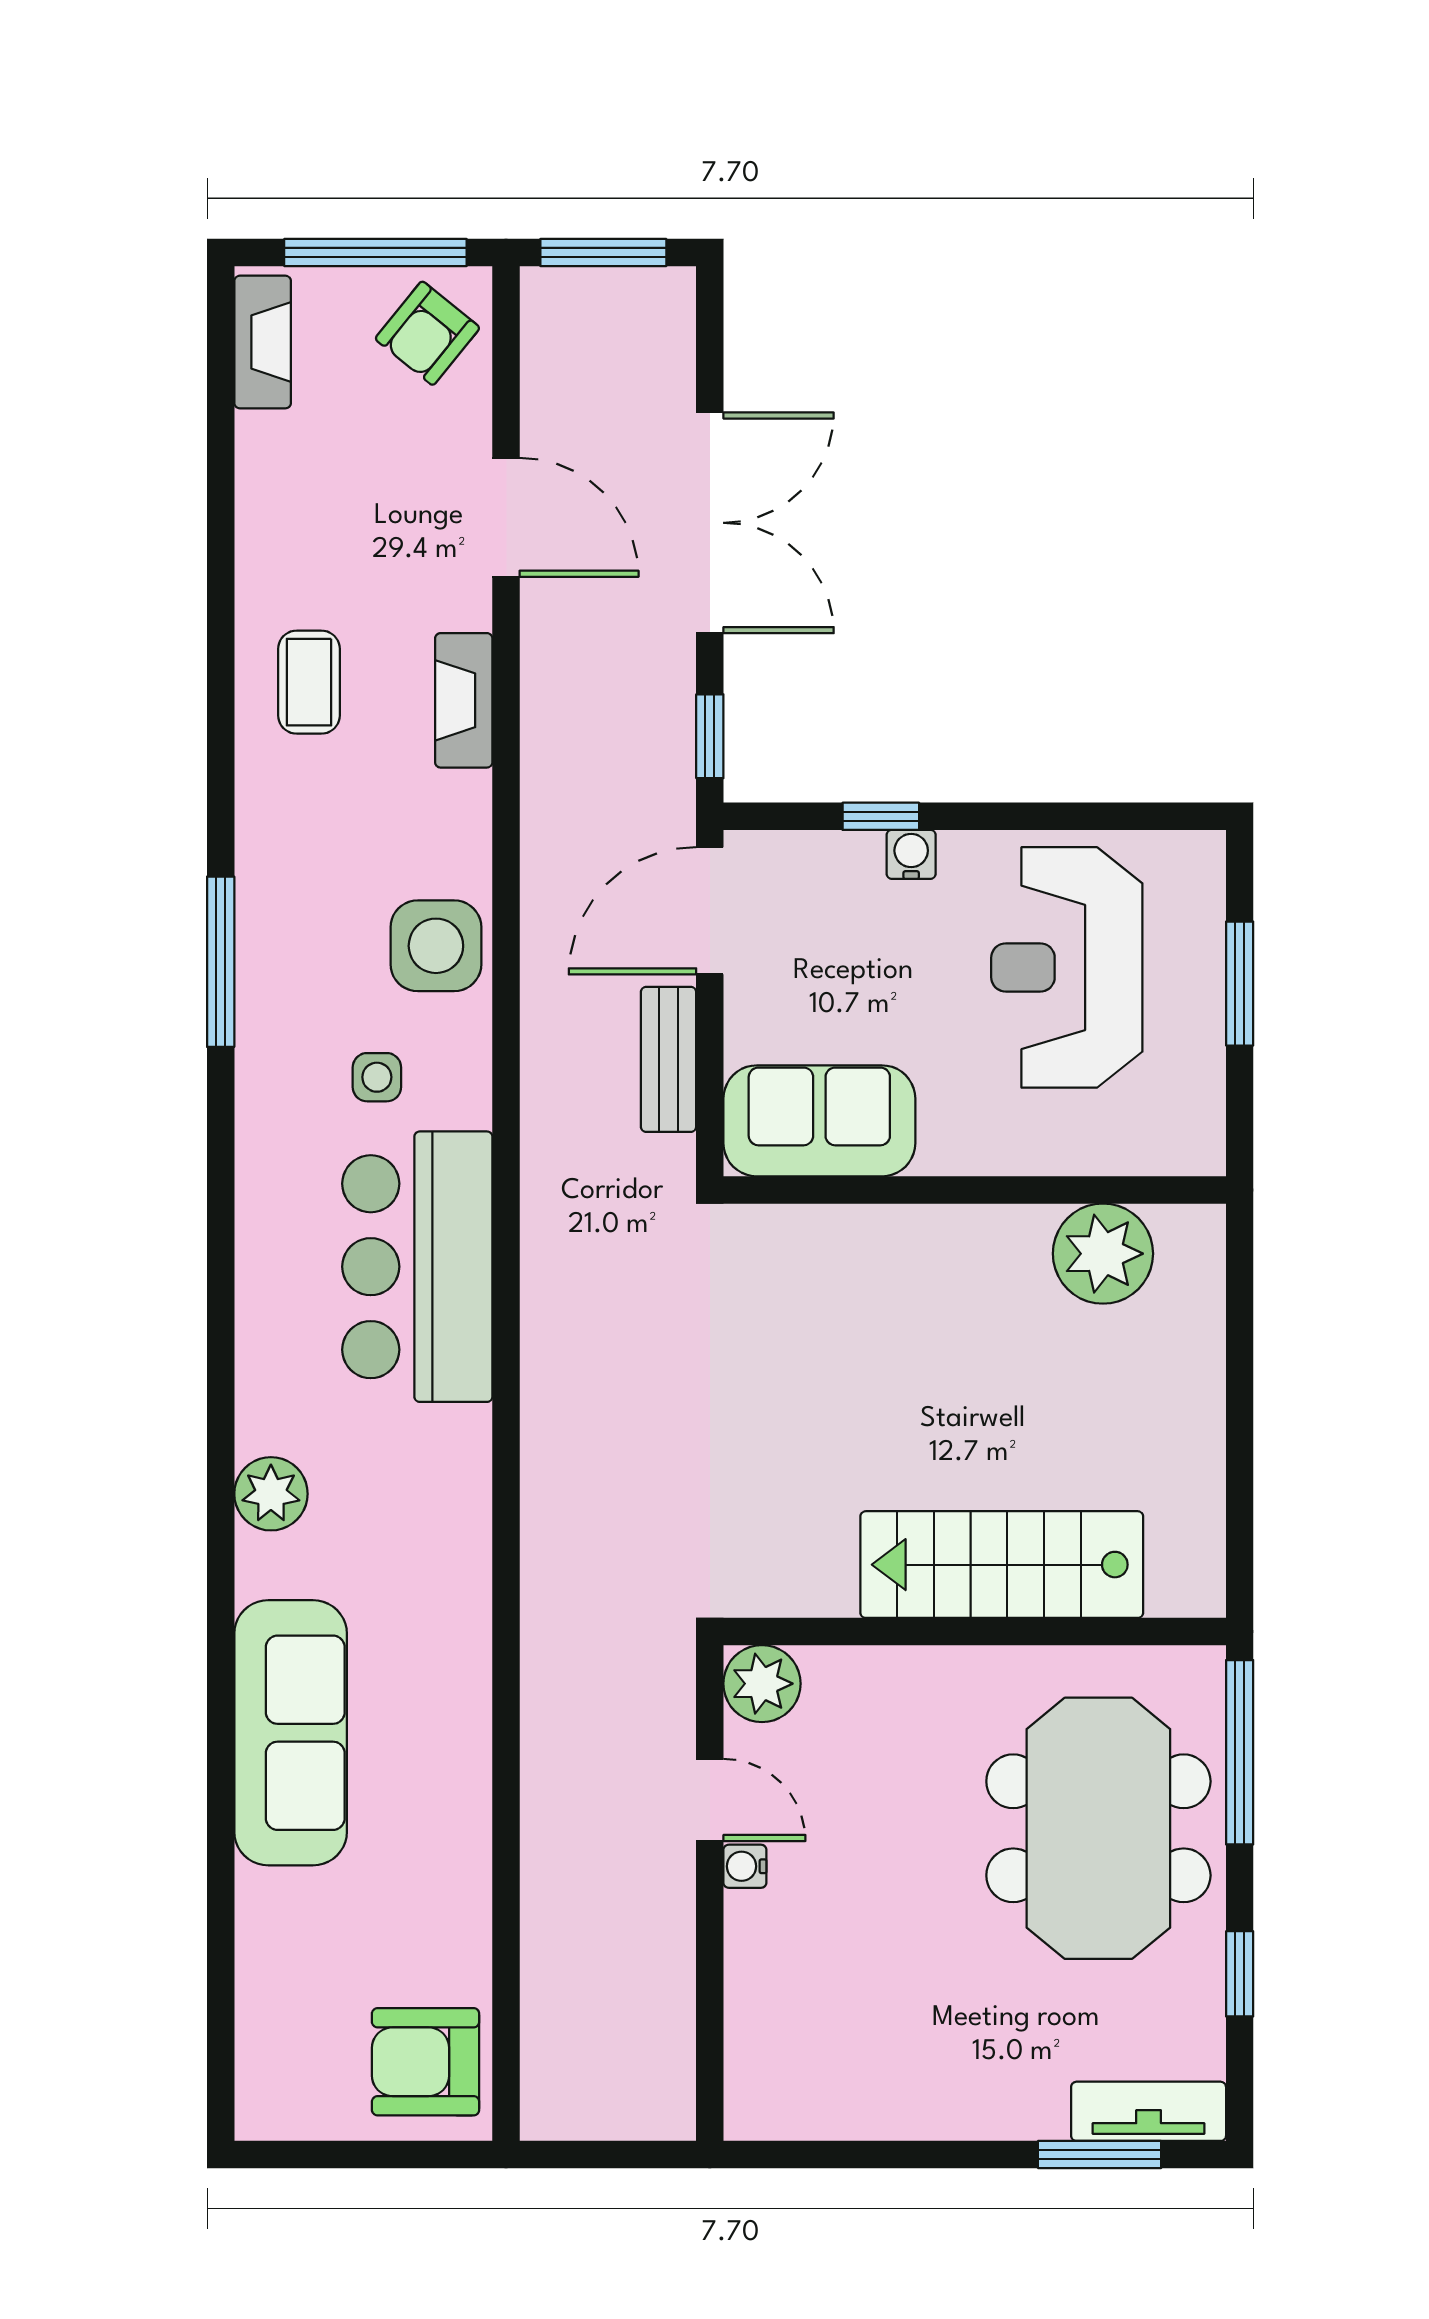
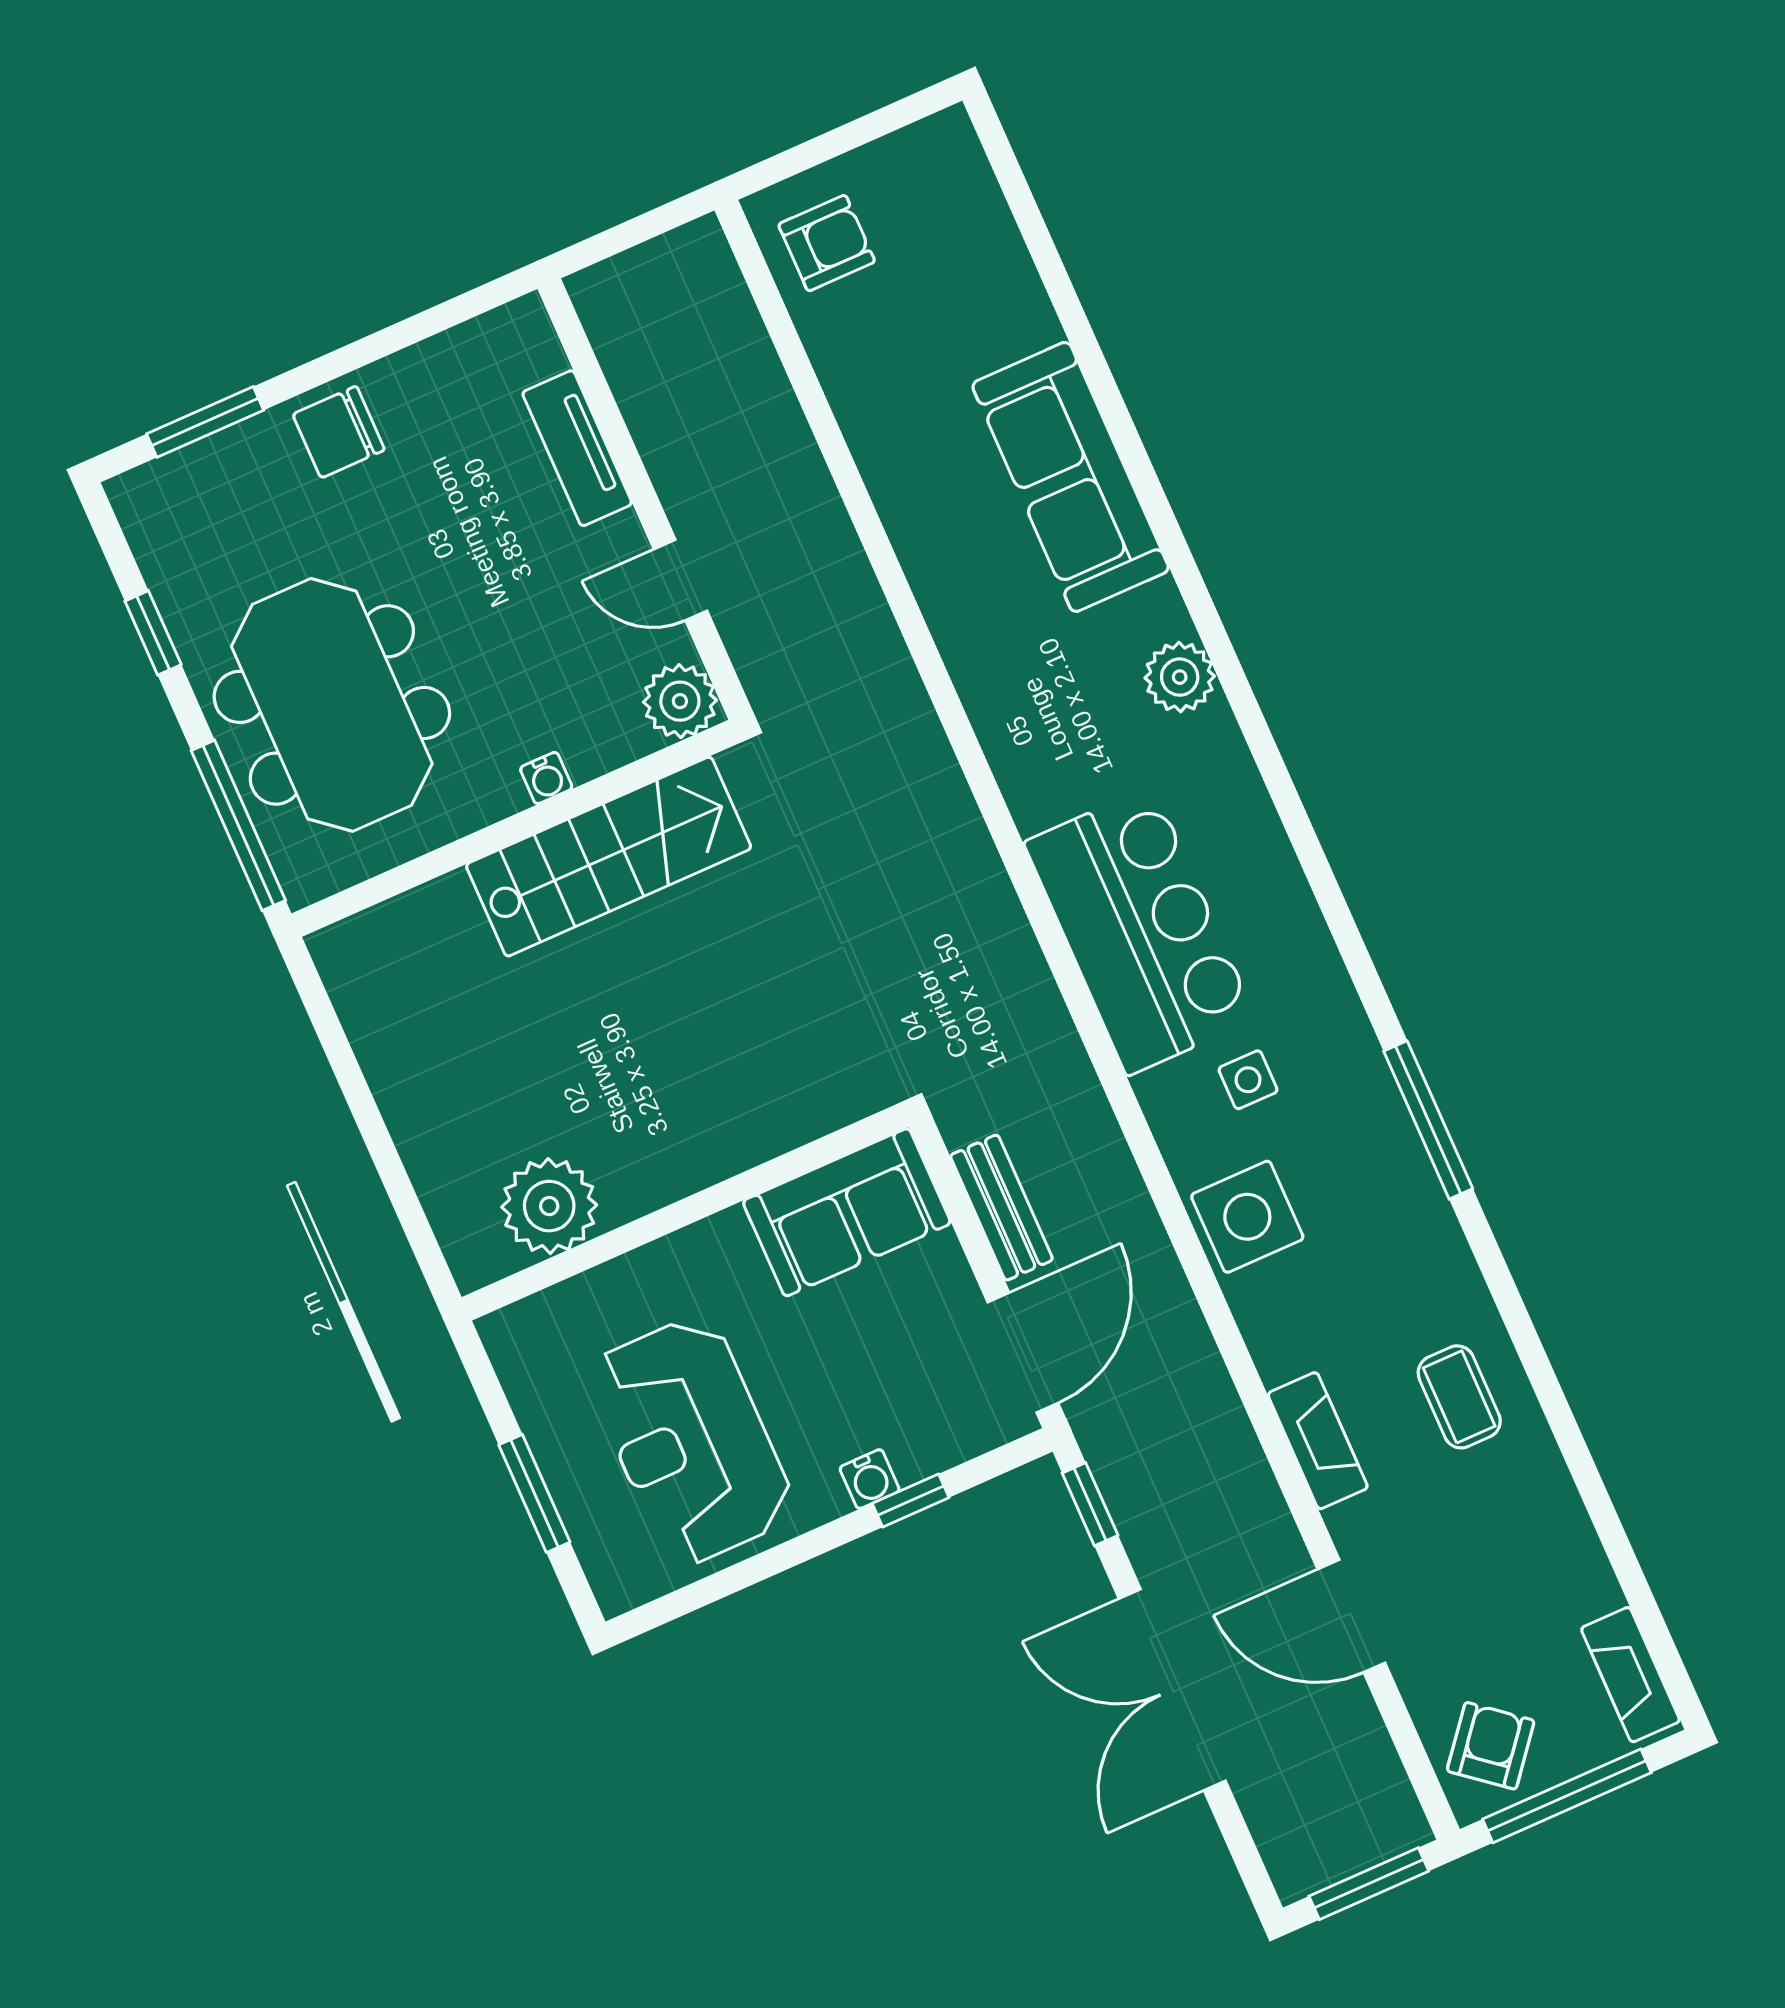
reception desk: (1067, 967) -> (691, 1441), turned 180
stairs: (1002, 1565) -> (609, 857), moved
water cooler: (745, 1866) -> (546, 778), moved, turned 90
armchair: (426, 2062) -> (827, 243), width x0.72, depth x0.72
chair: (976, 2088) -> (339, 432), added
tv unit: (1149, 2111) -> (577, 448), moved, turned 90

